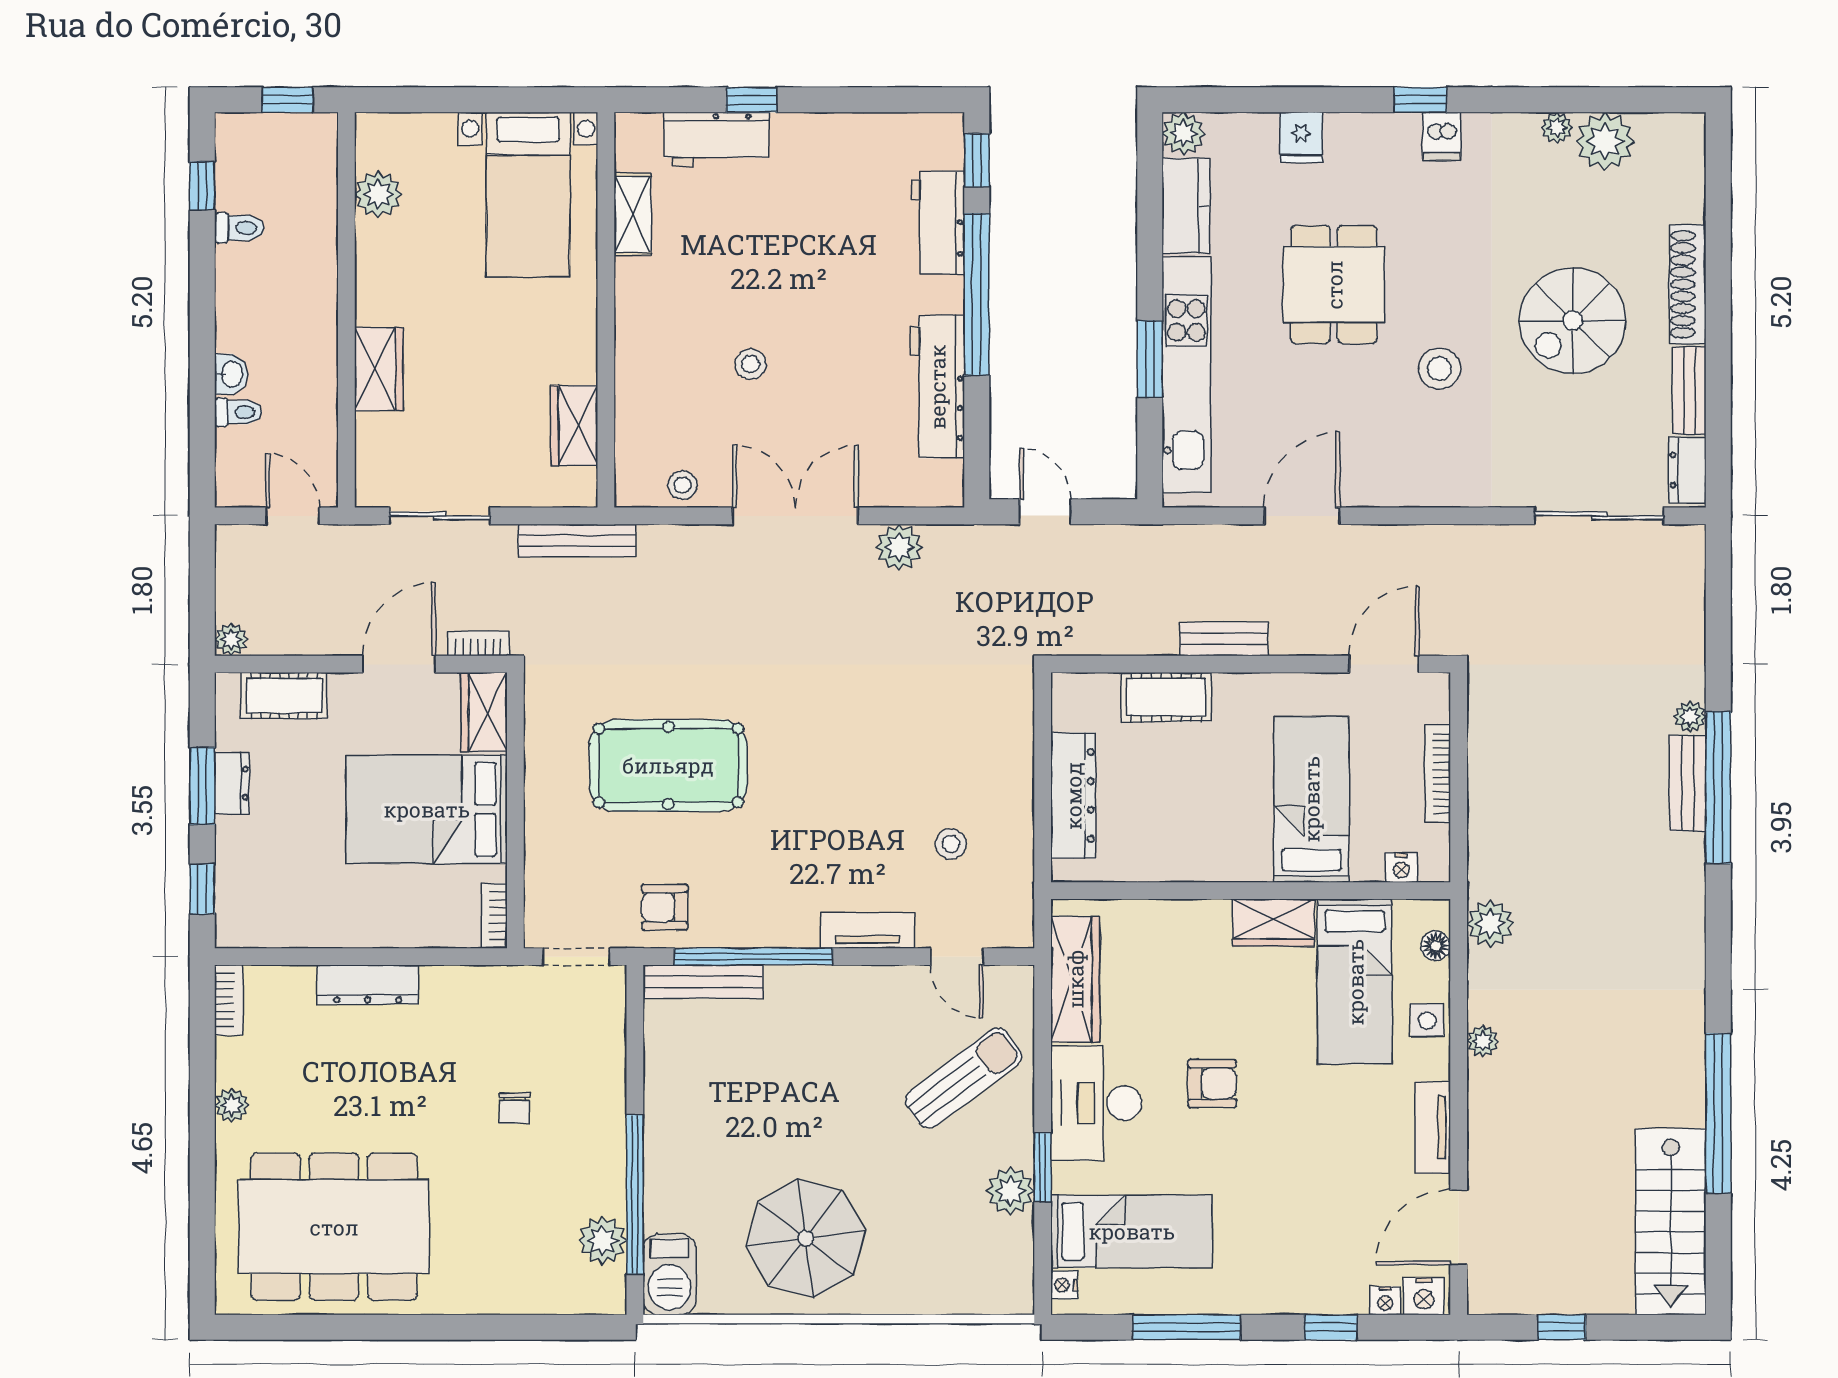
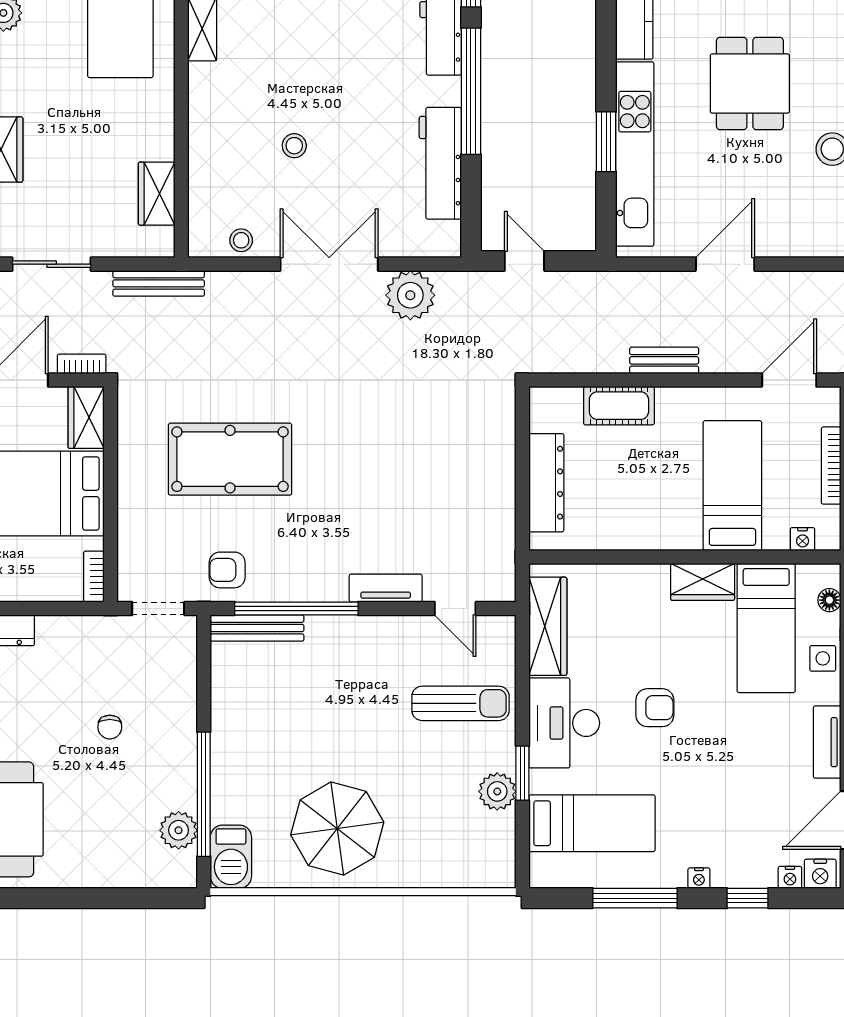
plant: (899, 547) -> (410, 295), width x1.36, depth x1.36
stool: (951, 844) -> (451, 521), removed
sun lounger: (963, 1078) -> (460, 703), turned 37
nightstand: (1064, 1285) -> (699, 878), moved, turned -90

